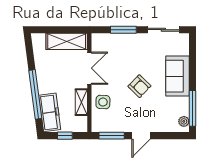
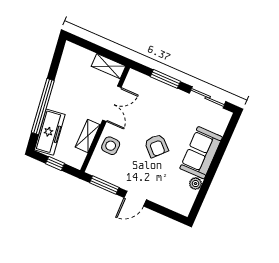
shelving: (67, 41) -> (108, 66), width x0.67, depth x0.75
window: (193, 108) -> (202, 194), removed
plant: (184, 121) -> (195, 184), moved

